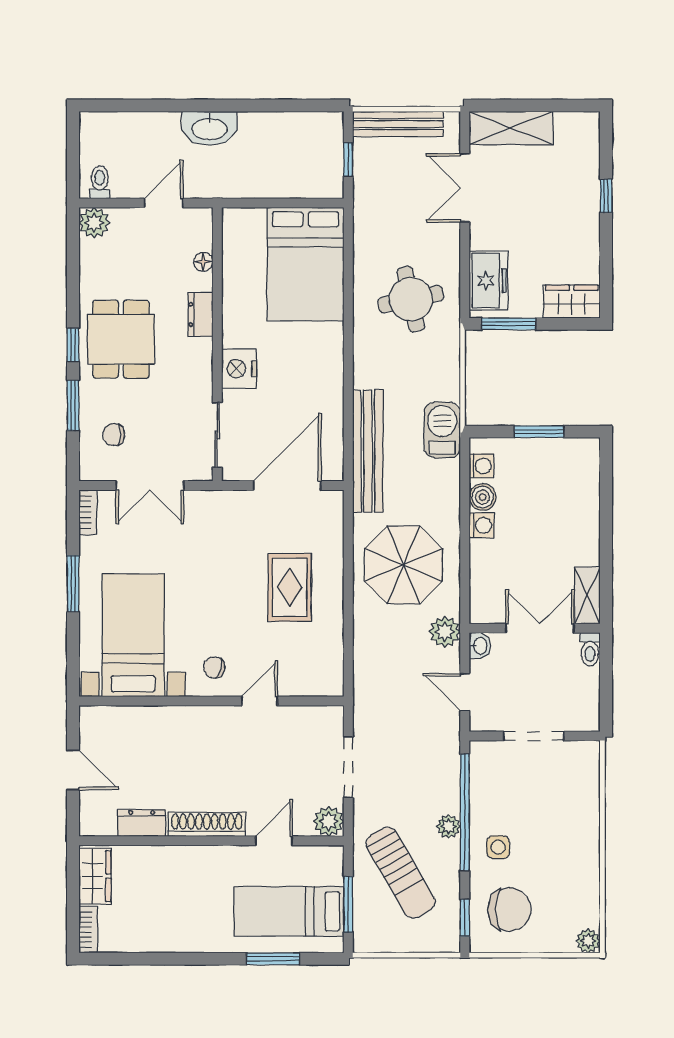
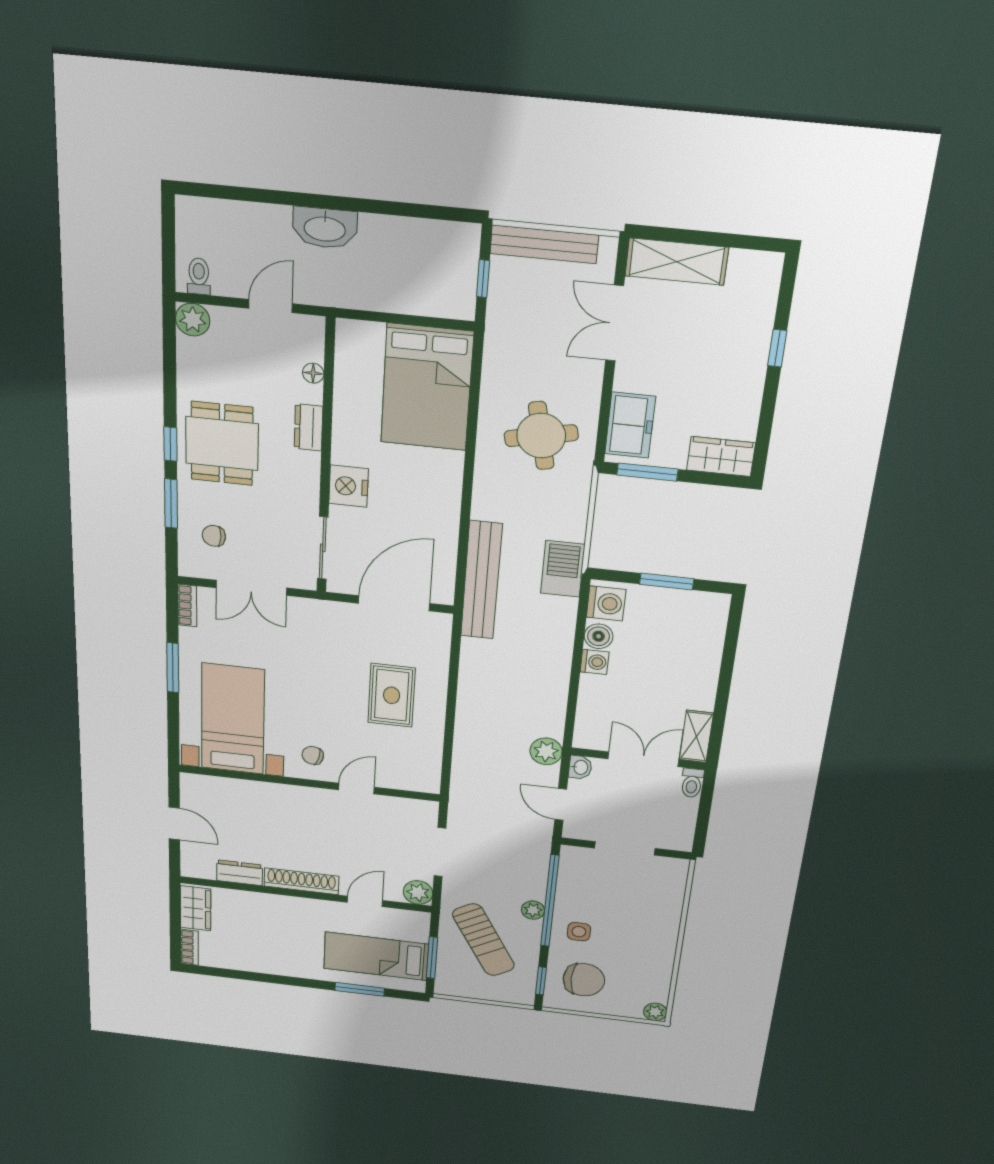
washing machine: (481, 466) -> (606, 603), width x1.38, depth x1.38
parasol: (403, 565) -> (510, 688), removed

